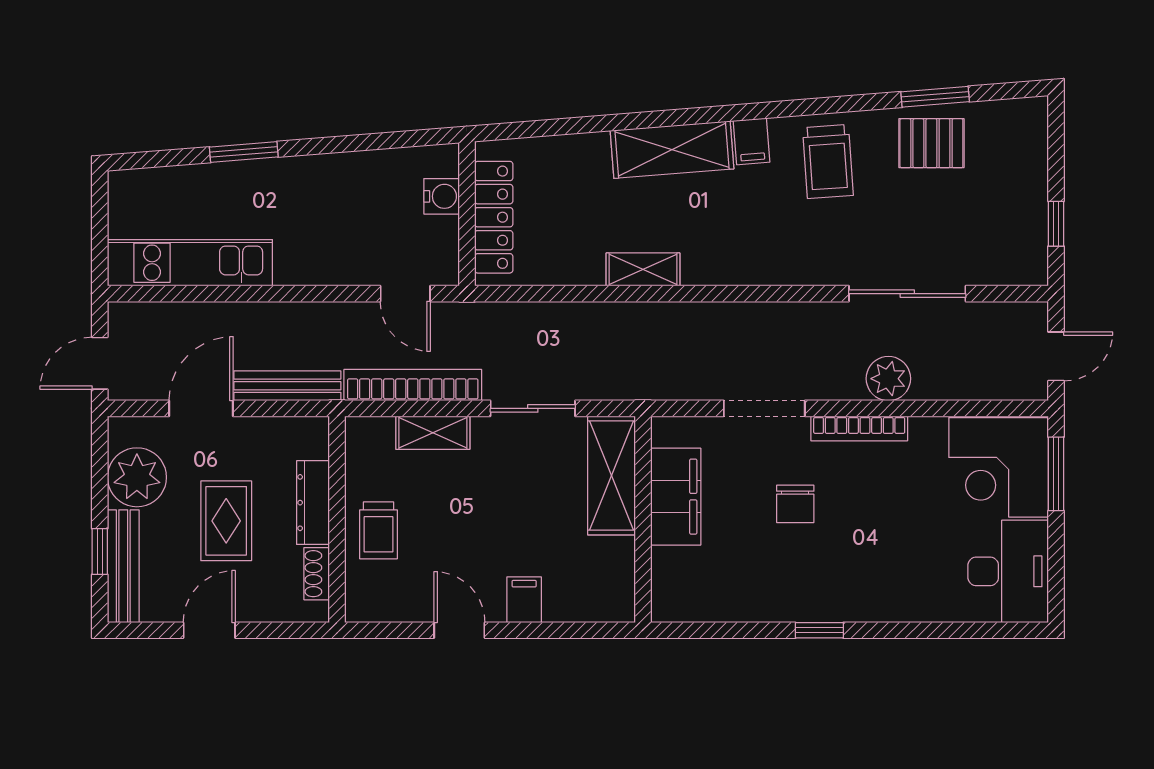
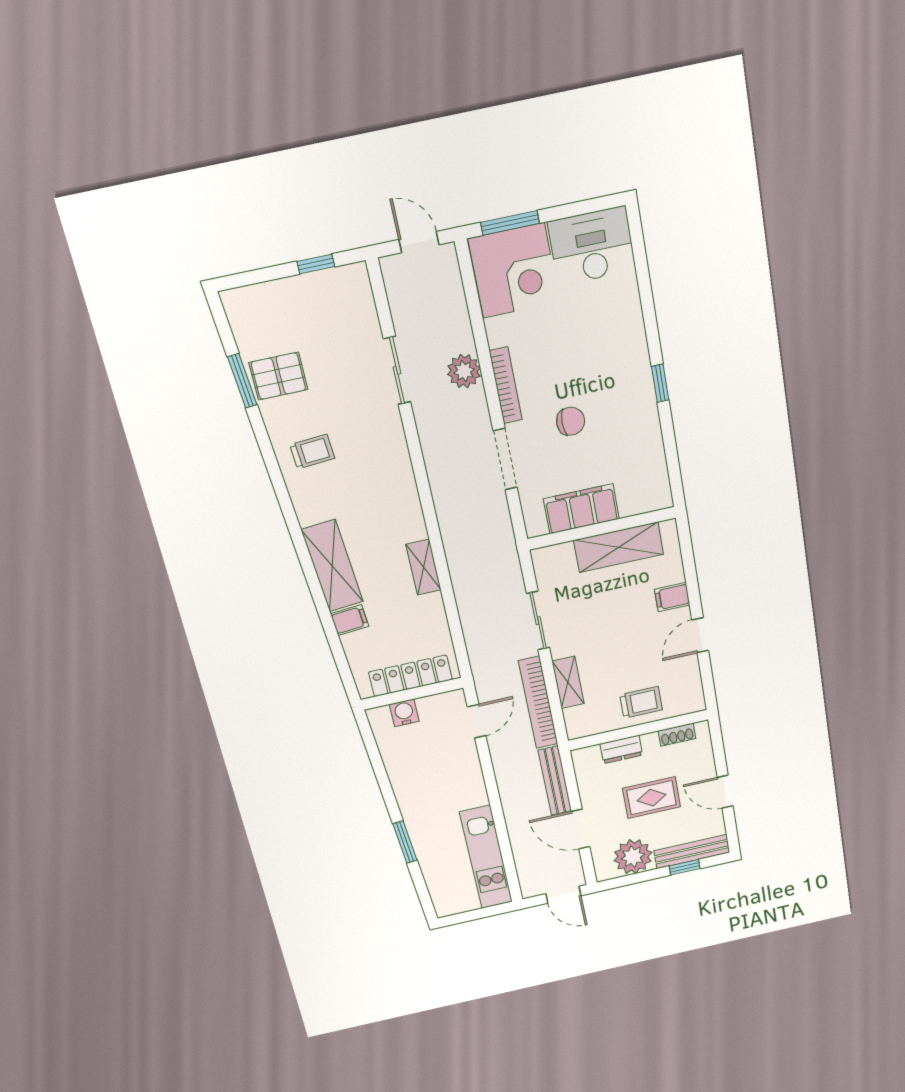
filing cabinet: (751, 141) -> (350, 620), moved
pallet: (931, 143) -> (278, 376), turned 90
trolley: (828, 161) -> (312, 452), width x0.73, depth x0.72
sliding door: (907, 294) -> (397, 370), width x0.73
shelving: (611, 475) -> (619, 547), moved
dresser: (313, 503) -> (621, 749), width x0.70

